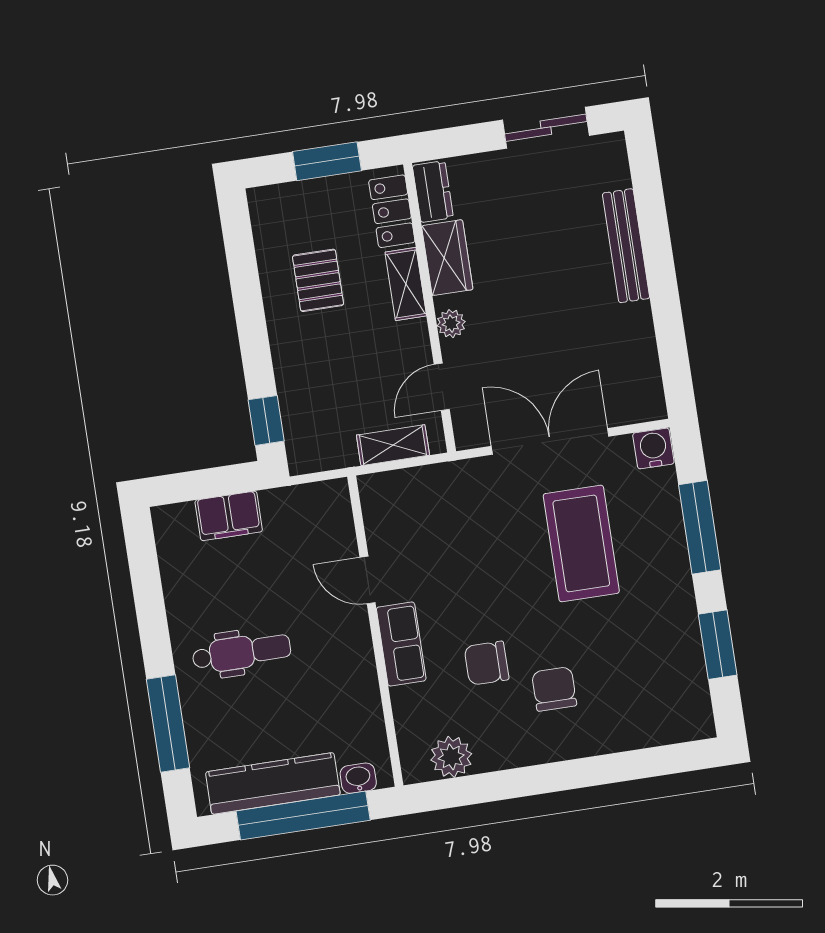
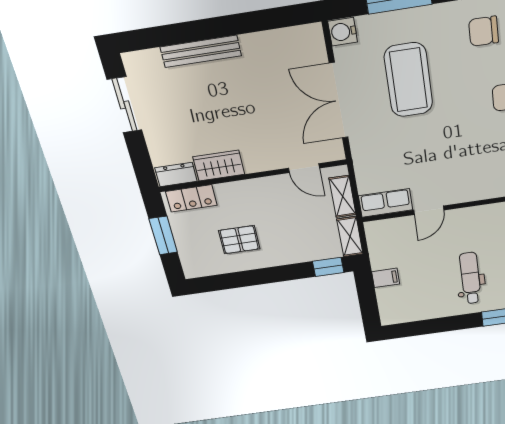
shelving: (406, 284) -> (350, 237), moved, turned 90
plant: (451, 324) -> (262, 163), removed
filing cabinet: (229, 516) -> (386, 278), width x0.50
coffee table: (581, 543) -> (408, 80), turned 90
row of seats: (401, 644) -> (386, 203), moved
chair: (487, 663) -> (484, 31), moved, turned 90

